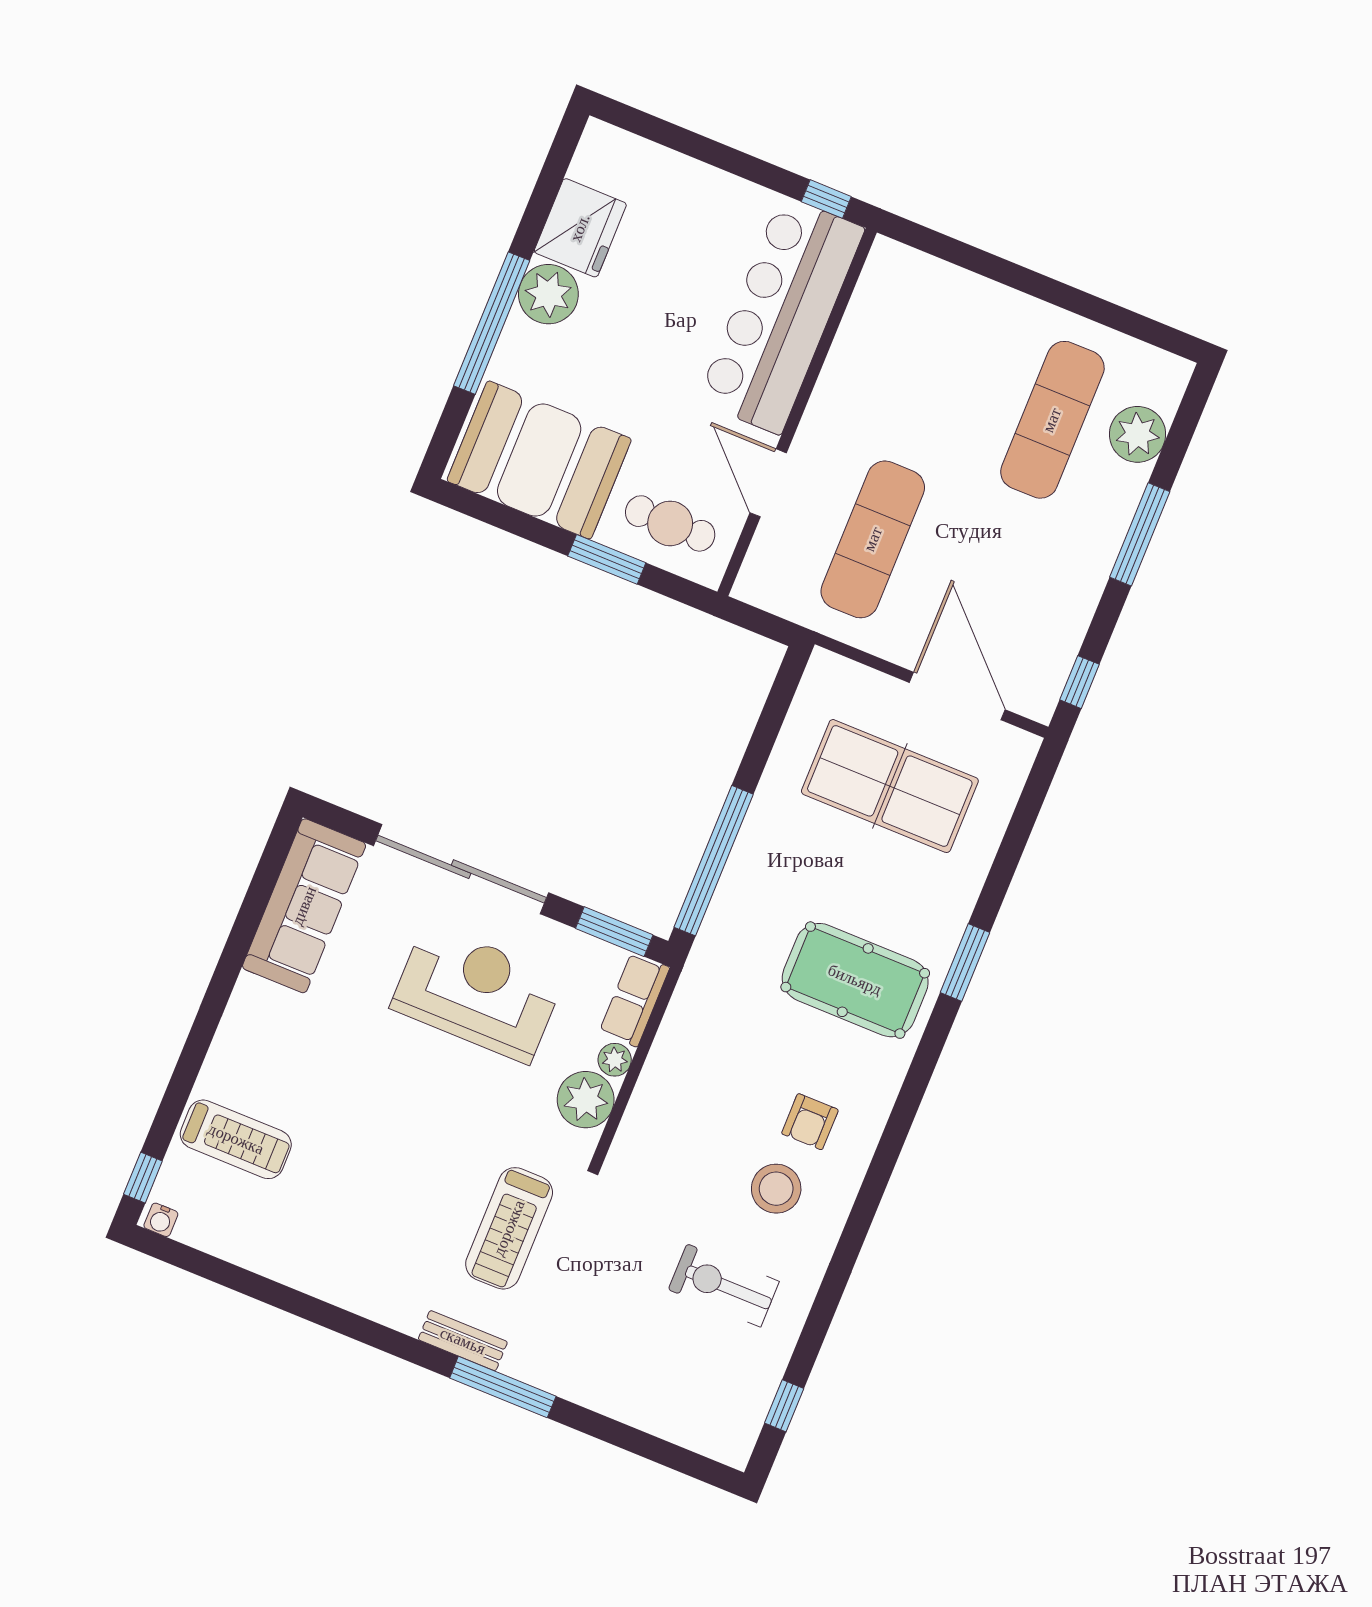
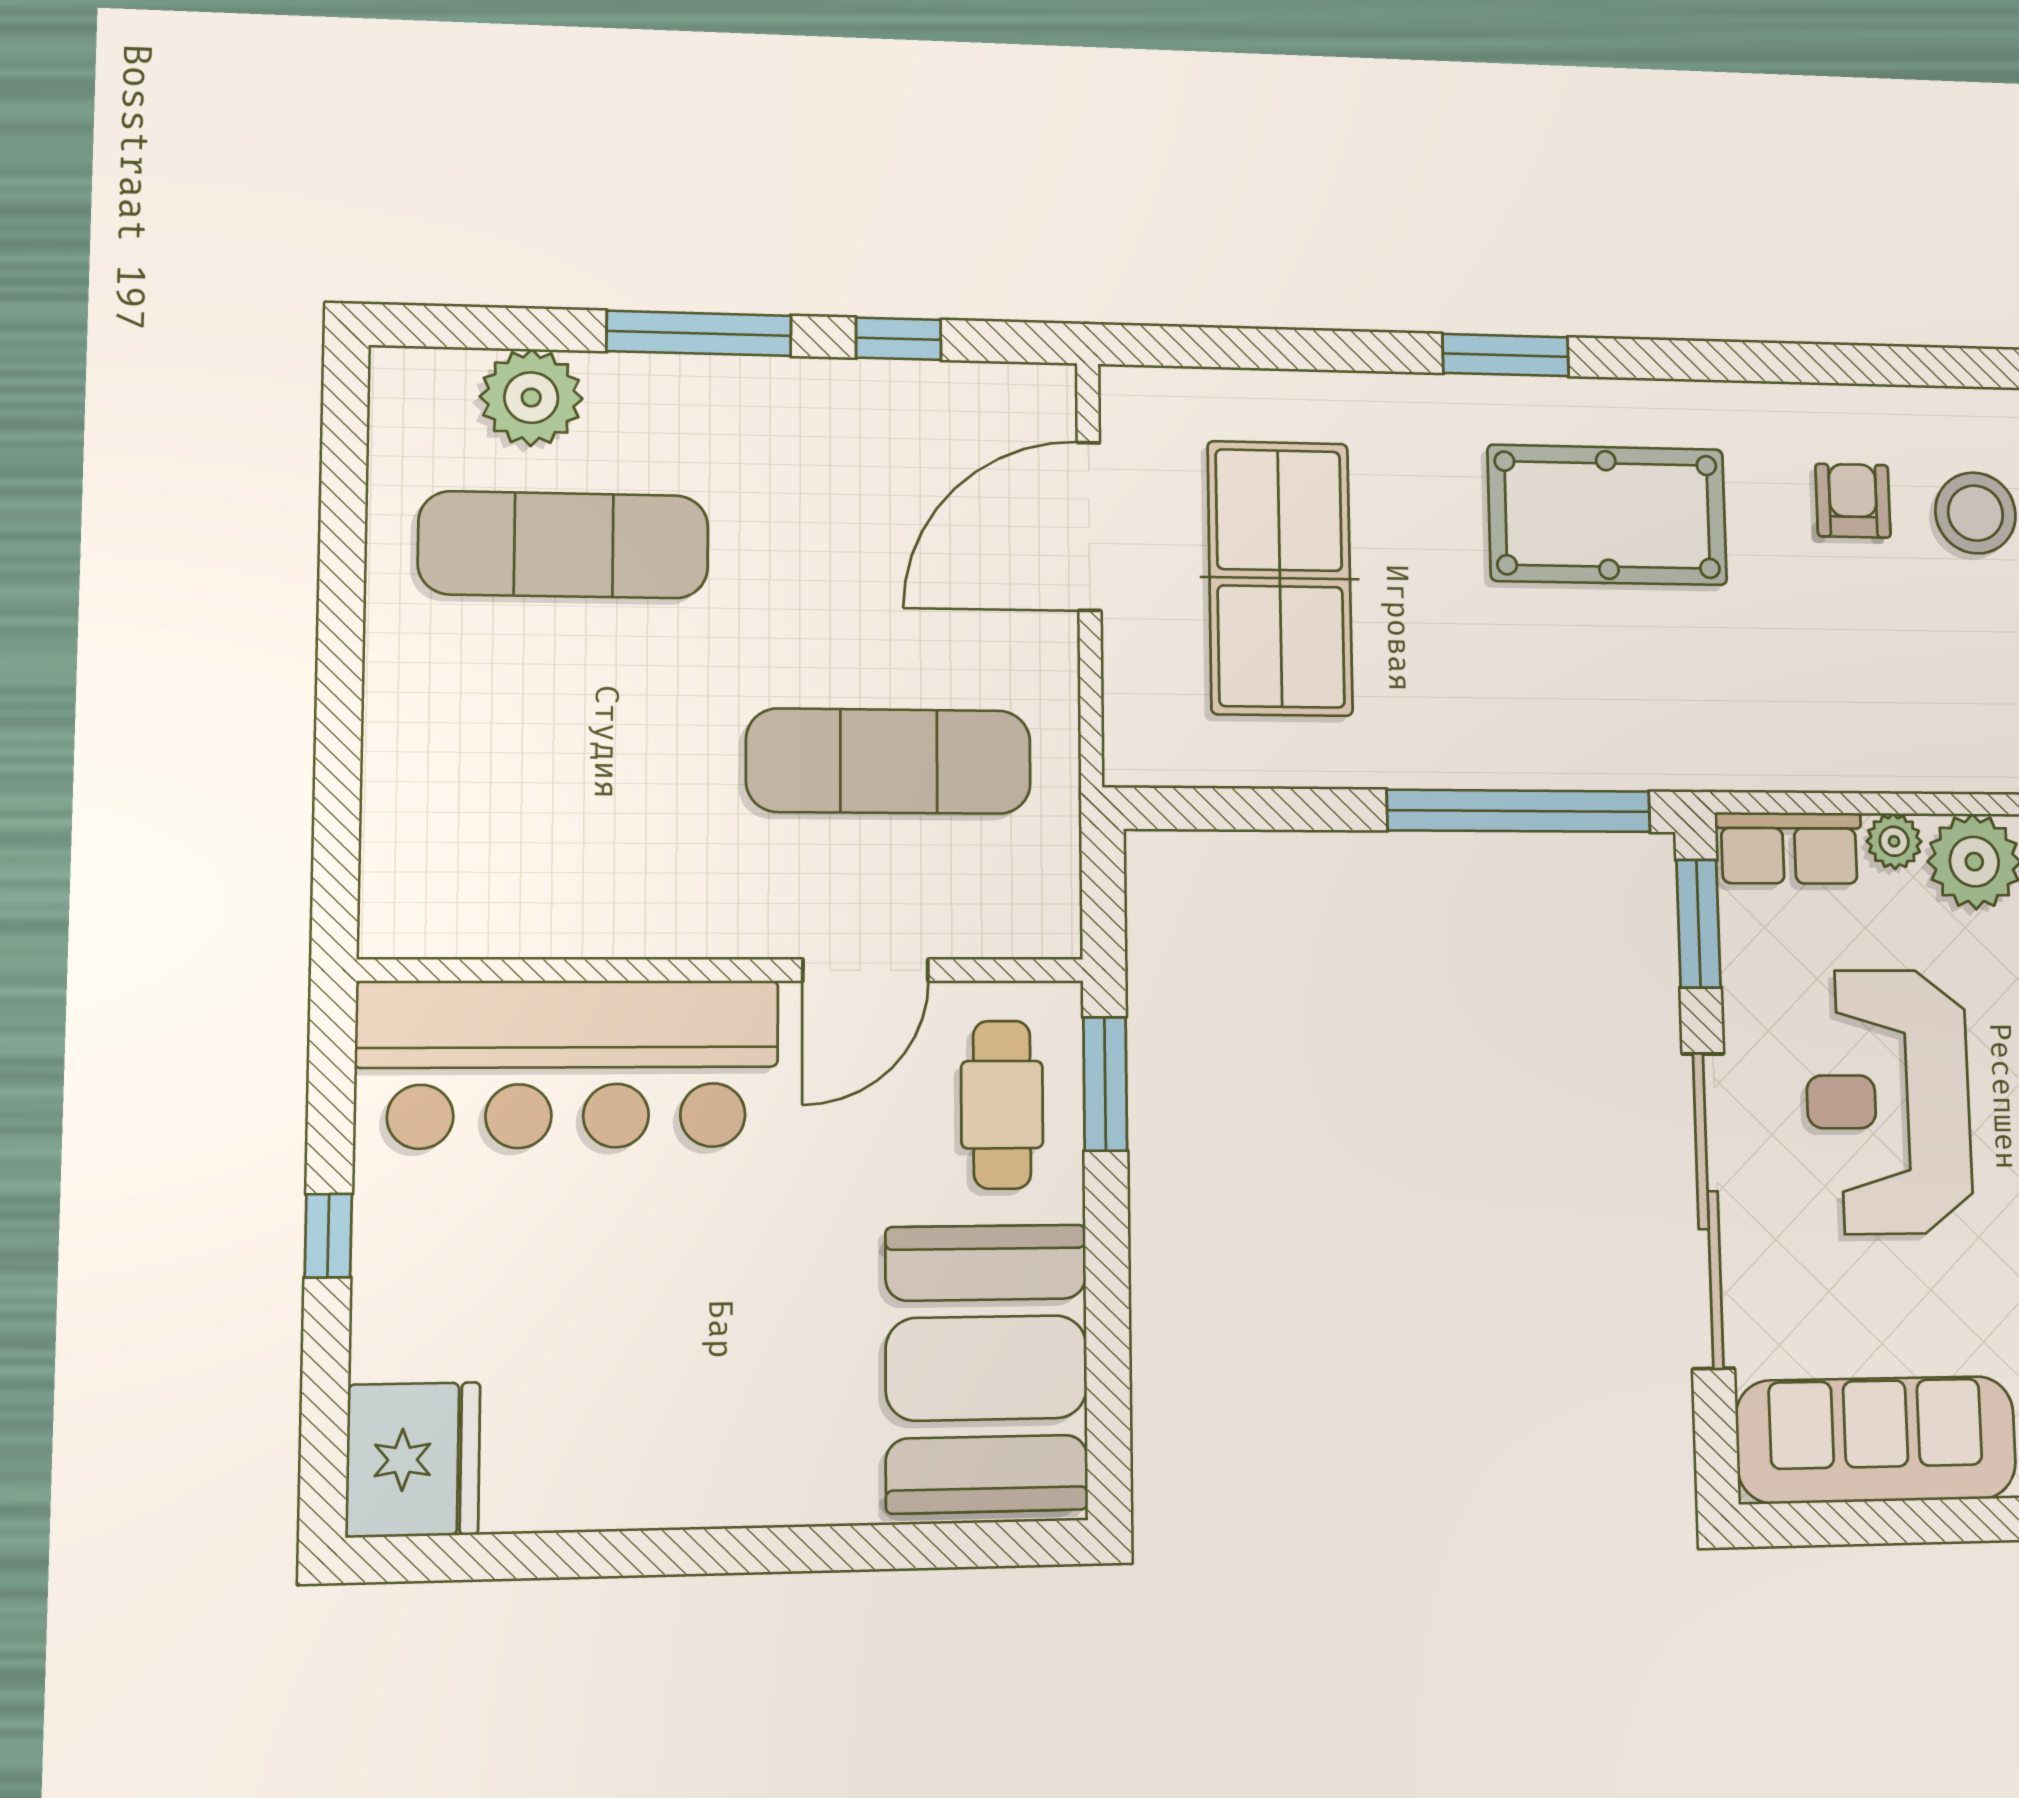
window: (826, 199) -> (328, 1236), moved
fridge: (580, 228) -> (413, 1460), moved, turned 90
plant: (548, 294) -> (694, 1474), removed
window: (492, 323) -> (785, 1550), removed
window: (607, 559) -> (1105, 1084), moved
window: (1079, 682) -> (898, 339), moved
pool table: (855, 980) -> (1607, 515), turned 90
armchair: (810, 1122) -> (1853, 501), turned -90

